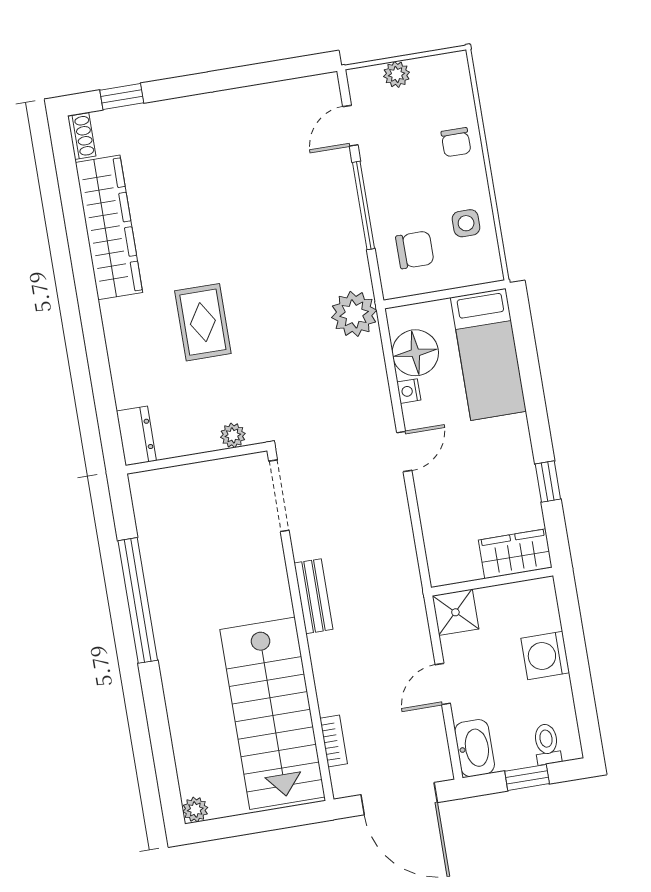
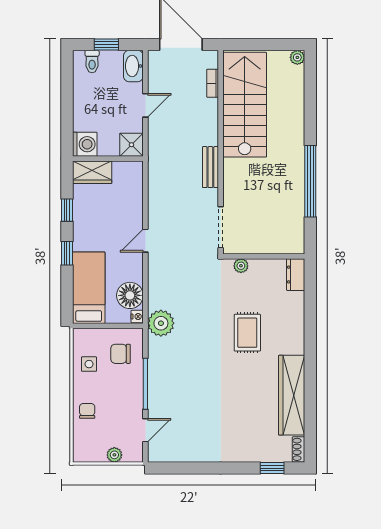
nightstand: (409, 391) -> (137, 317), moved
window: (536, 407) -> (67, 253), added
washing machine: (545, 655) -> (85, 144), moved

